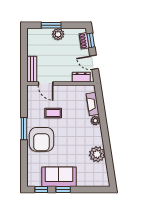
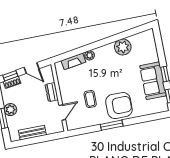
door: (94, 62) -> (31, 68), hinge flipped
bench: (32, 69) -> (32, 133), moved
dresser: (81, 77) -> (52, 92), moved

